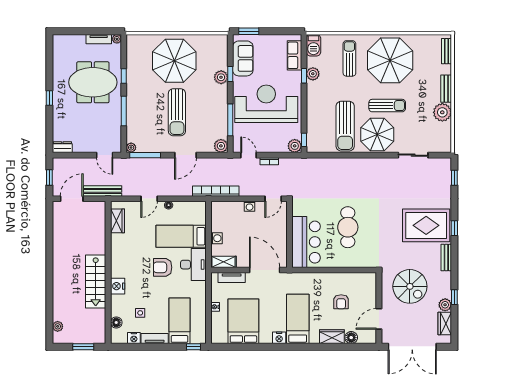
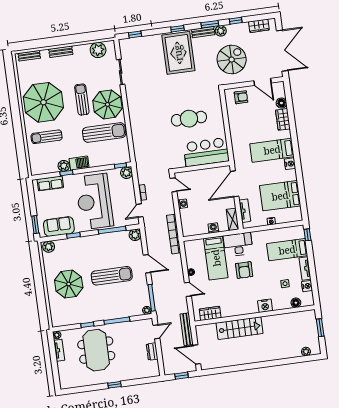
barbecue: (313, 45) -> (79, 163), moved
parasol: (174, 61) -> (69, 284), width x0.73, depth x0.73
plant: (221, 77) -> (49, 247), moved
plant: (442, 112) -> (98, 50), moved
dresser: (62, 147) -> (152, 352), moved
window: (454, 267) -> (210, 24), added
stairs: (96, 281) -> (240, 328), moved
armchair: (341, 302) -> (241, 97), moved
plant: (445, 305) -> (221, 31), moved

